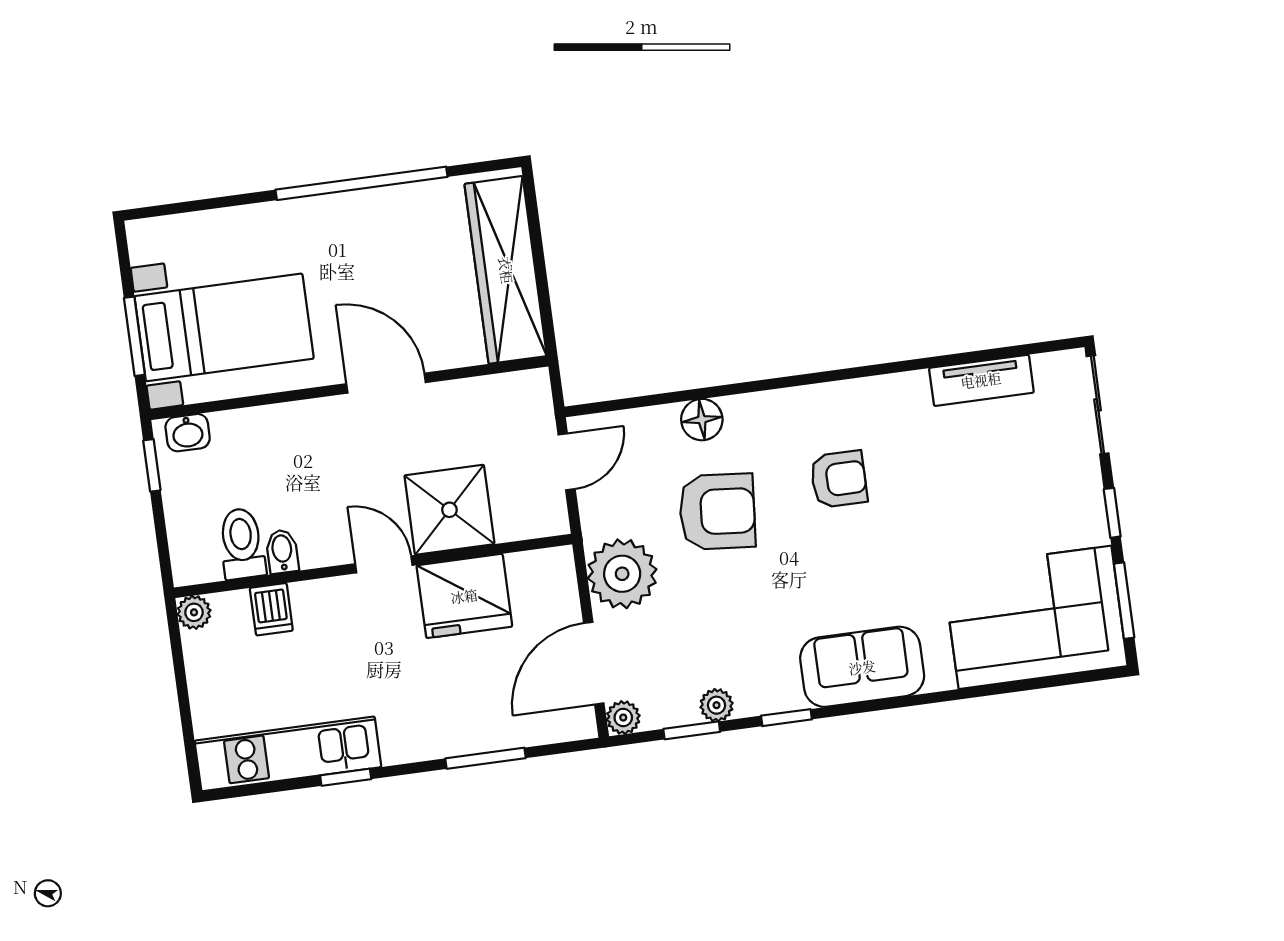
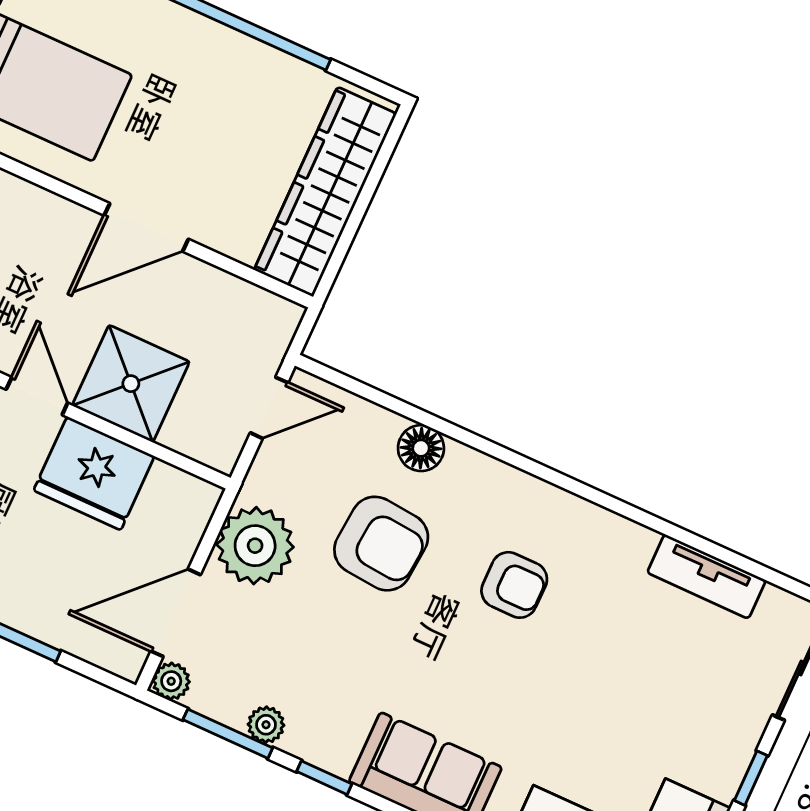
door: (386, 383) -> (146, 227), swing flipped
window: (692, 730) -> (228, 734), width x1.50

